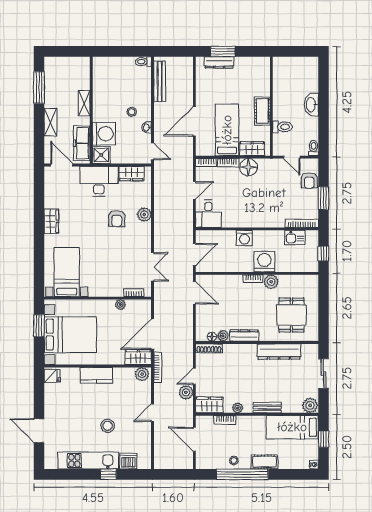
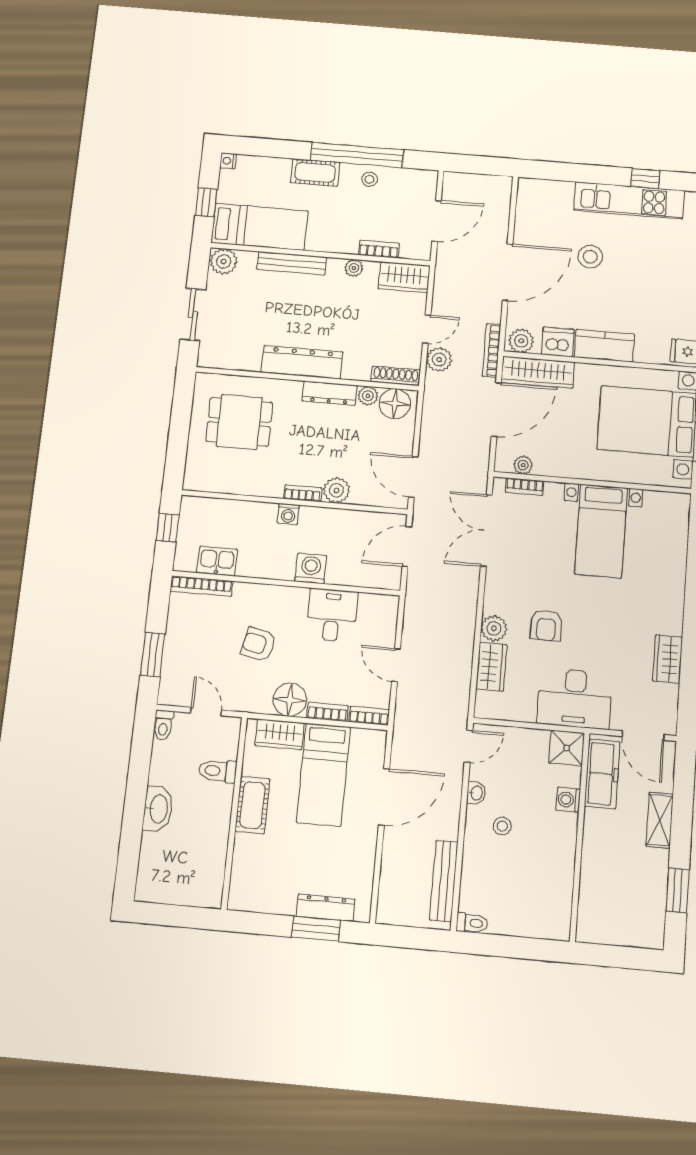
window: (39, 87) -> (678, 890), width x0.69
shelving: (84, 103) -> (592, 851), removed
washing machine: (104, 134) -> (568, 800), width x0.53, depth x0.53
door: (153, 151) -> (469, 746), swing flipped
wardrobe: (131, 174) -> (491, 667), moved, turned 90
armchair: (309, 180) -> (258, 644), moved, turned -78
door: (194, 190) -> (396, 665), hinge flipped
window: (324, 198) -> (153, 655), moved
desk: (208, 214) -> (332, 615), moved
armchair: (117, 219) -> (546, 625), turned 180
wardrobe: (51, 221) -> (668, 659), moved
washing machine: (264, 262) -> (288, 514), width x0.53, depth x0.53
double door: (153, 267) -> (486, 531), width x1.37
bed with nightstands: (67, 272) -> (601, 531), moved
plant: (271, 282) -> (336, 490), moved
plant: (120, 305) -> (523, 465), moved
dining table: (291, 315) -> (239, 422), turned 90
floor lamp: (212, 337) -> (395, 404), width x1.89, depth x1.89
dresser: (279, 352) -> (302, 362), moved
wardrobe: (138, 357) -> (538, 372), width x1.50
plant: (186, 392) -> (439, 360), moved
bench: (267, 408) -> (292, 263), width x1.36
door: (153, 413) -> (508, 272), width x1.88
door: (194, 439) -> (437, 221), hinge flipped
dishwasher: (128, 461) -> (558, 342), moved, turned 180
window: (108, 474) -> (645, 178), moved

